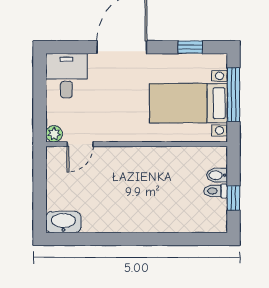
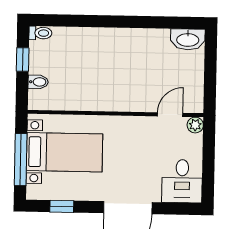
toilet: (216, 191) -> (40, 33), moved

